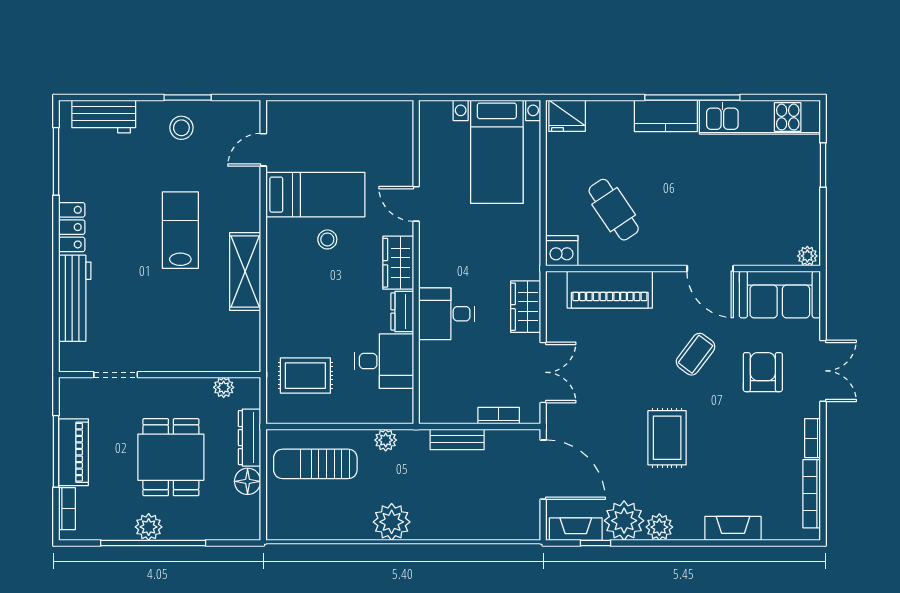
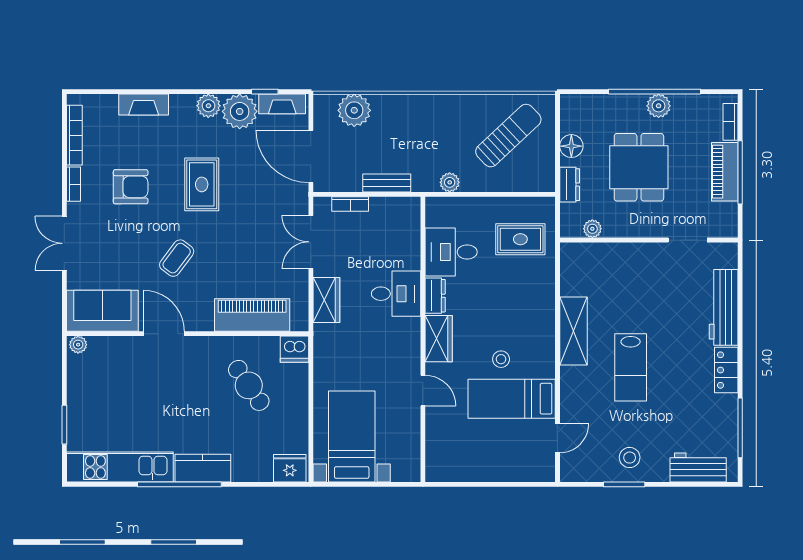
armchair: (763, 372) -> (131, 187), moved, turned -90
dresser: (250, 438) -> (570, 185), width x0.70
sun lounger: (315, 464) -> (508, 136), moved, turned -43
plant: (392, 522) -> (354, 110), moved

